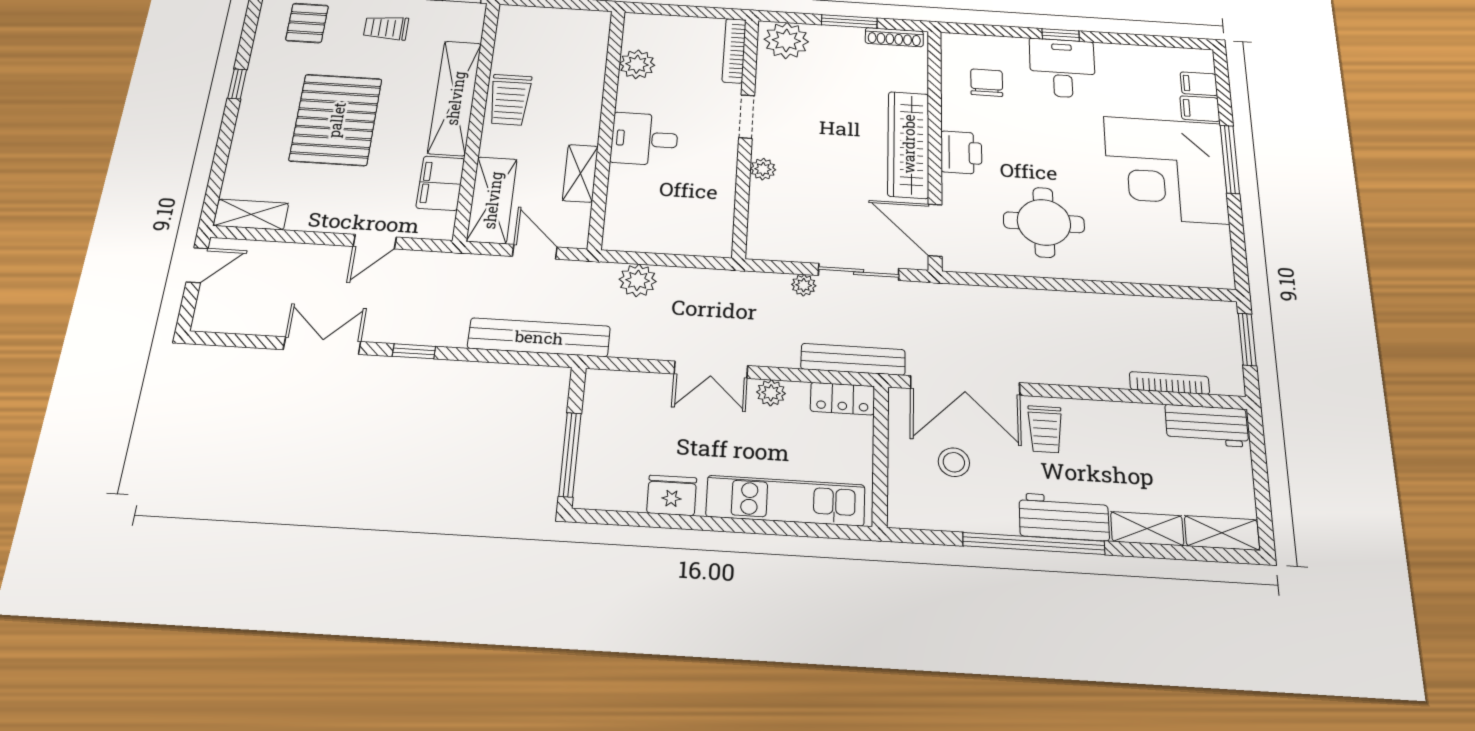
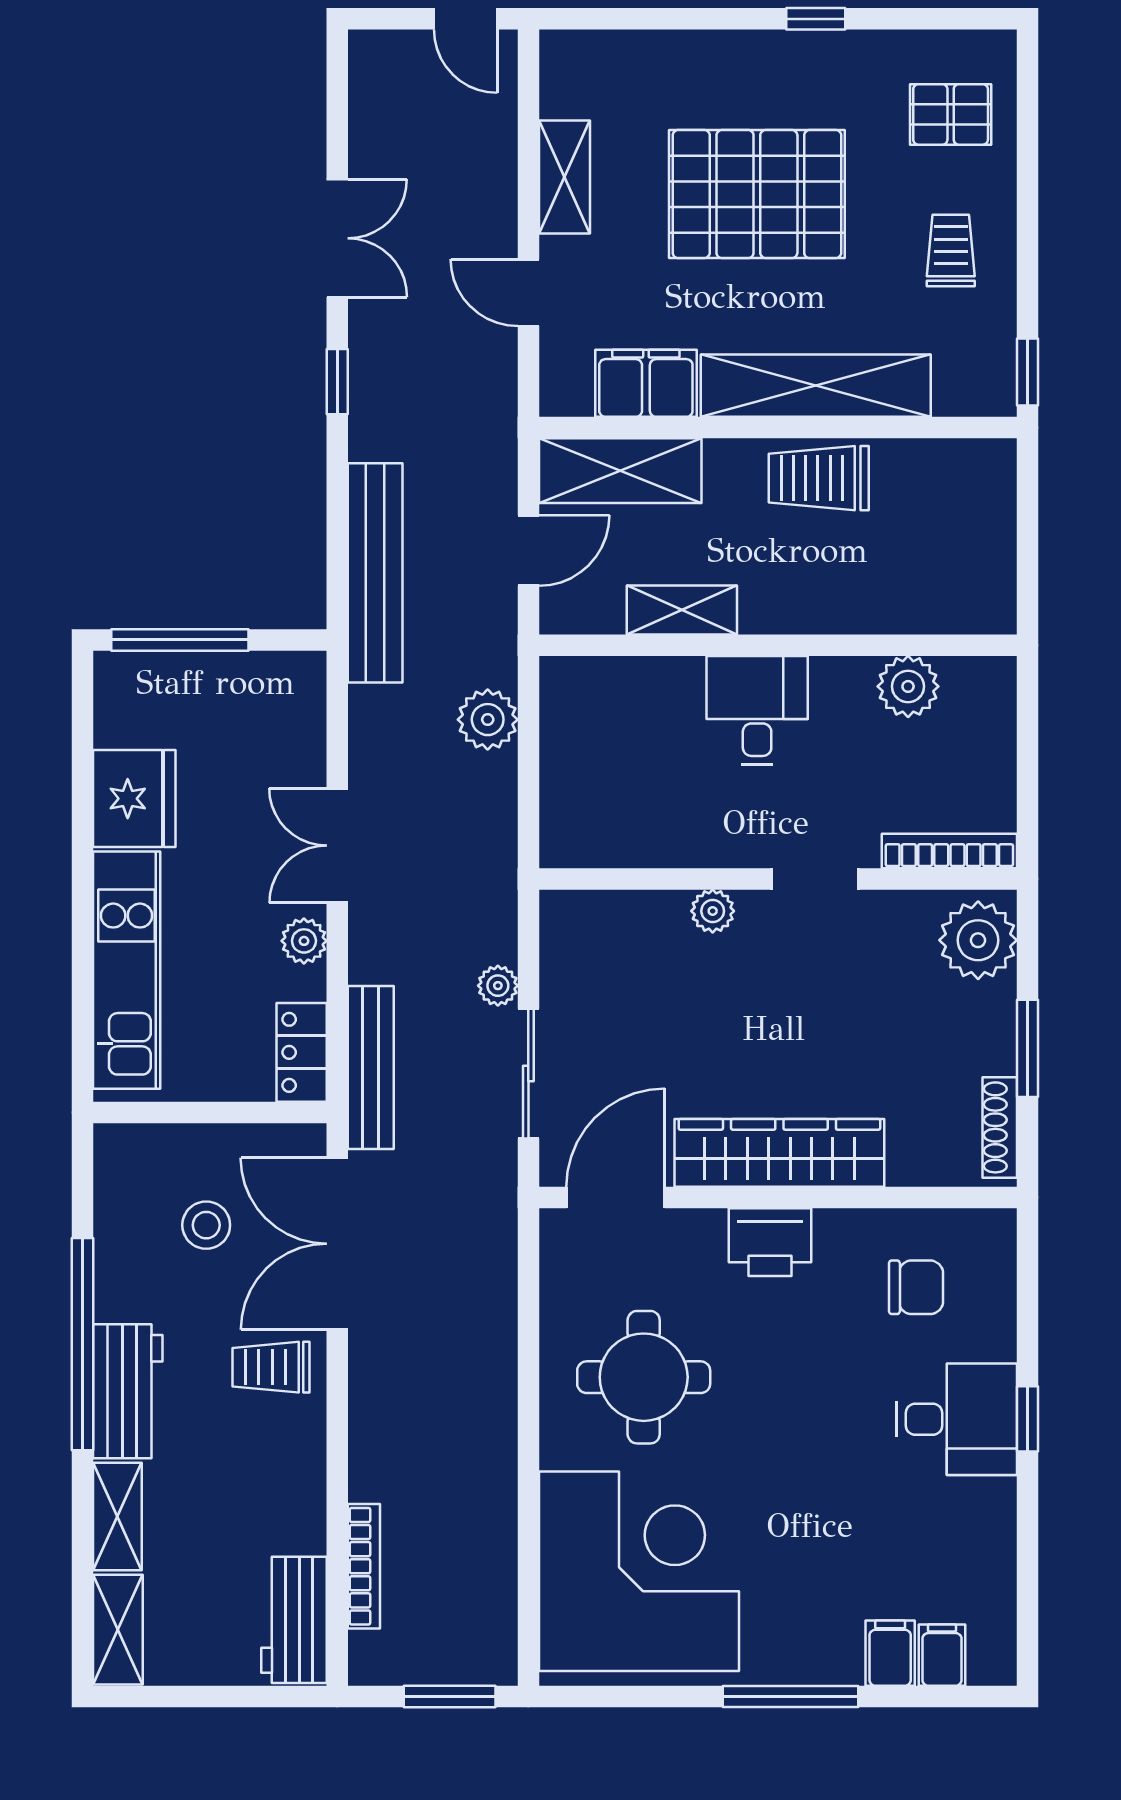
corner desk: (1166, 170) -> (639, 1571), moved, turned 90
shelving: (251, 214) -> (564, 177), moved
fridge: (672, 495) -> (134, 799), width x1.36, depth x1.34

